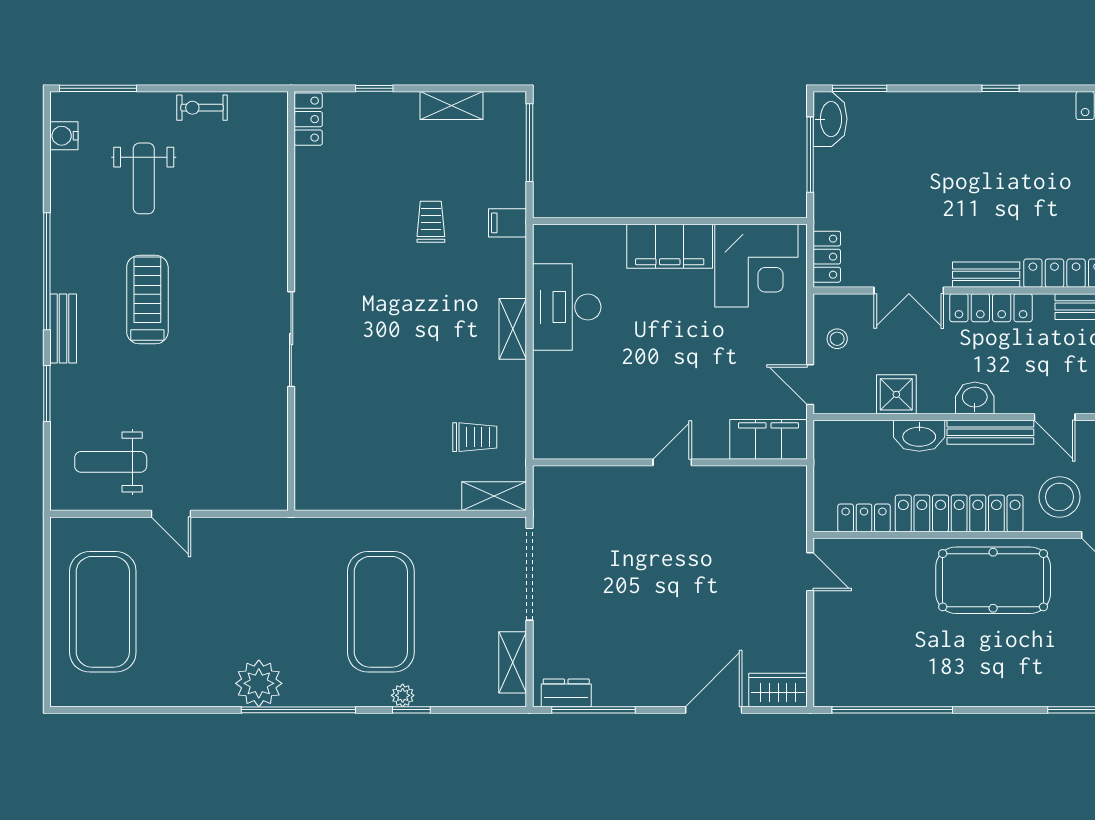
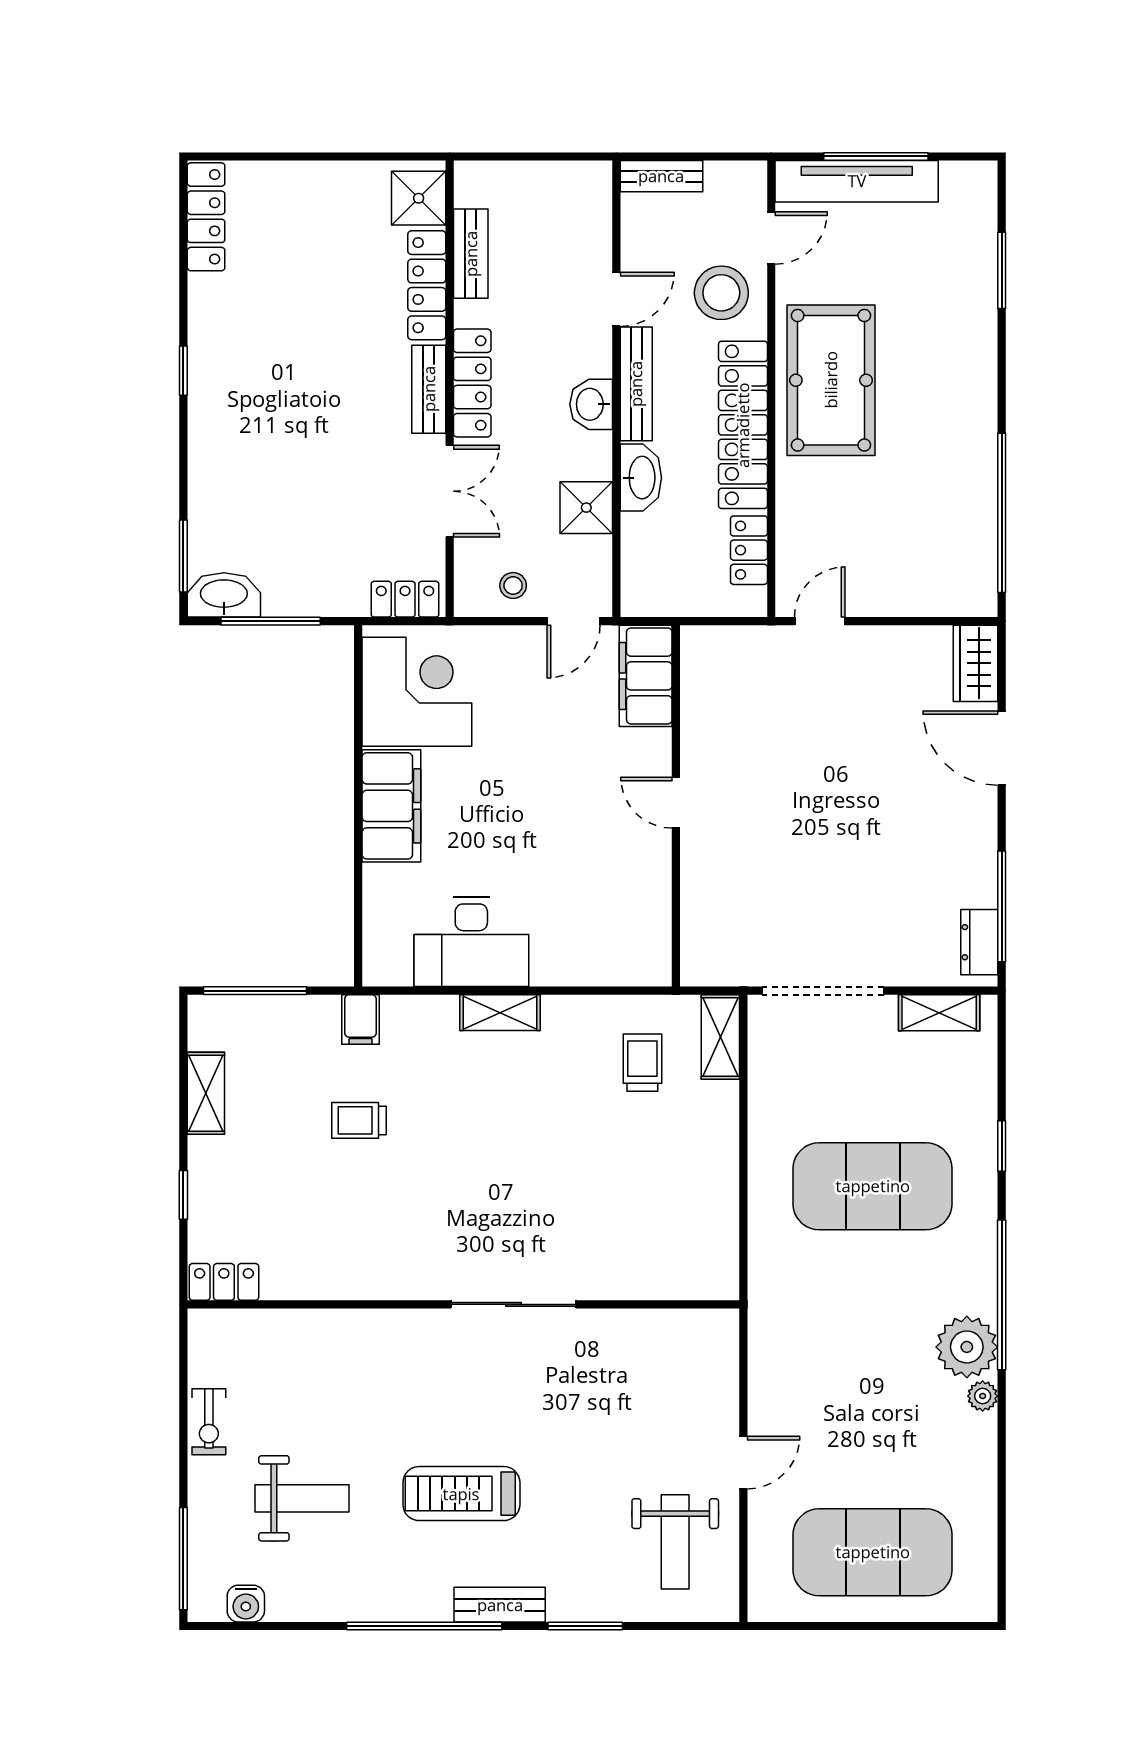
plant: (403, 695) -> (983, 1396), moved

